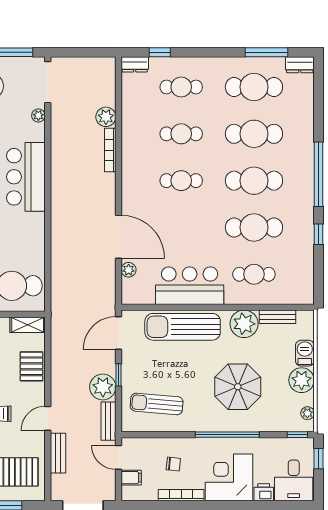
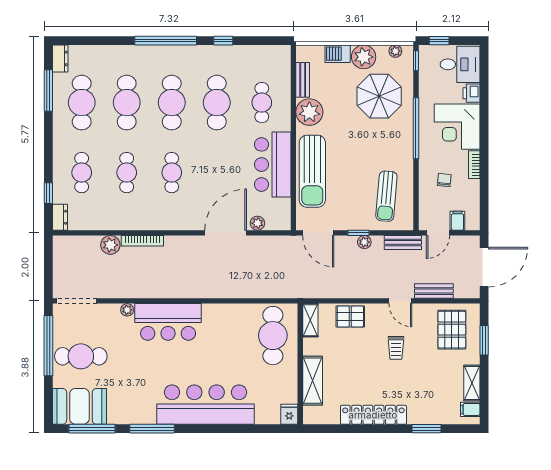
plant: (38, 116) -> (127, 310), moved
plant: (103, 387) -> (364, 242), width x0.53, depth x0.53
parasol: (238, 387) -> (379, 96), moved
bookcase: (181, 495) -> (474, 165), width x0.64

